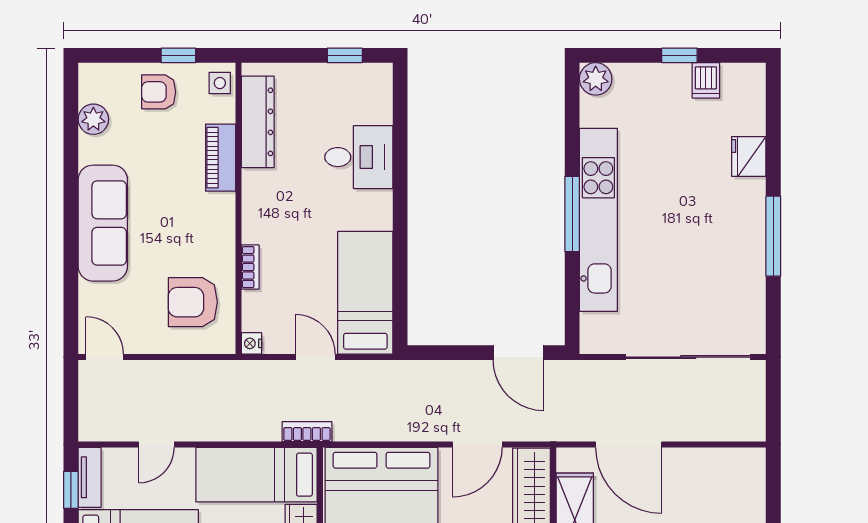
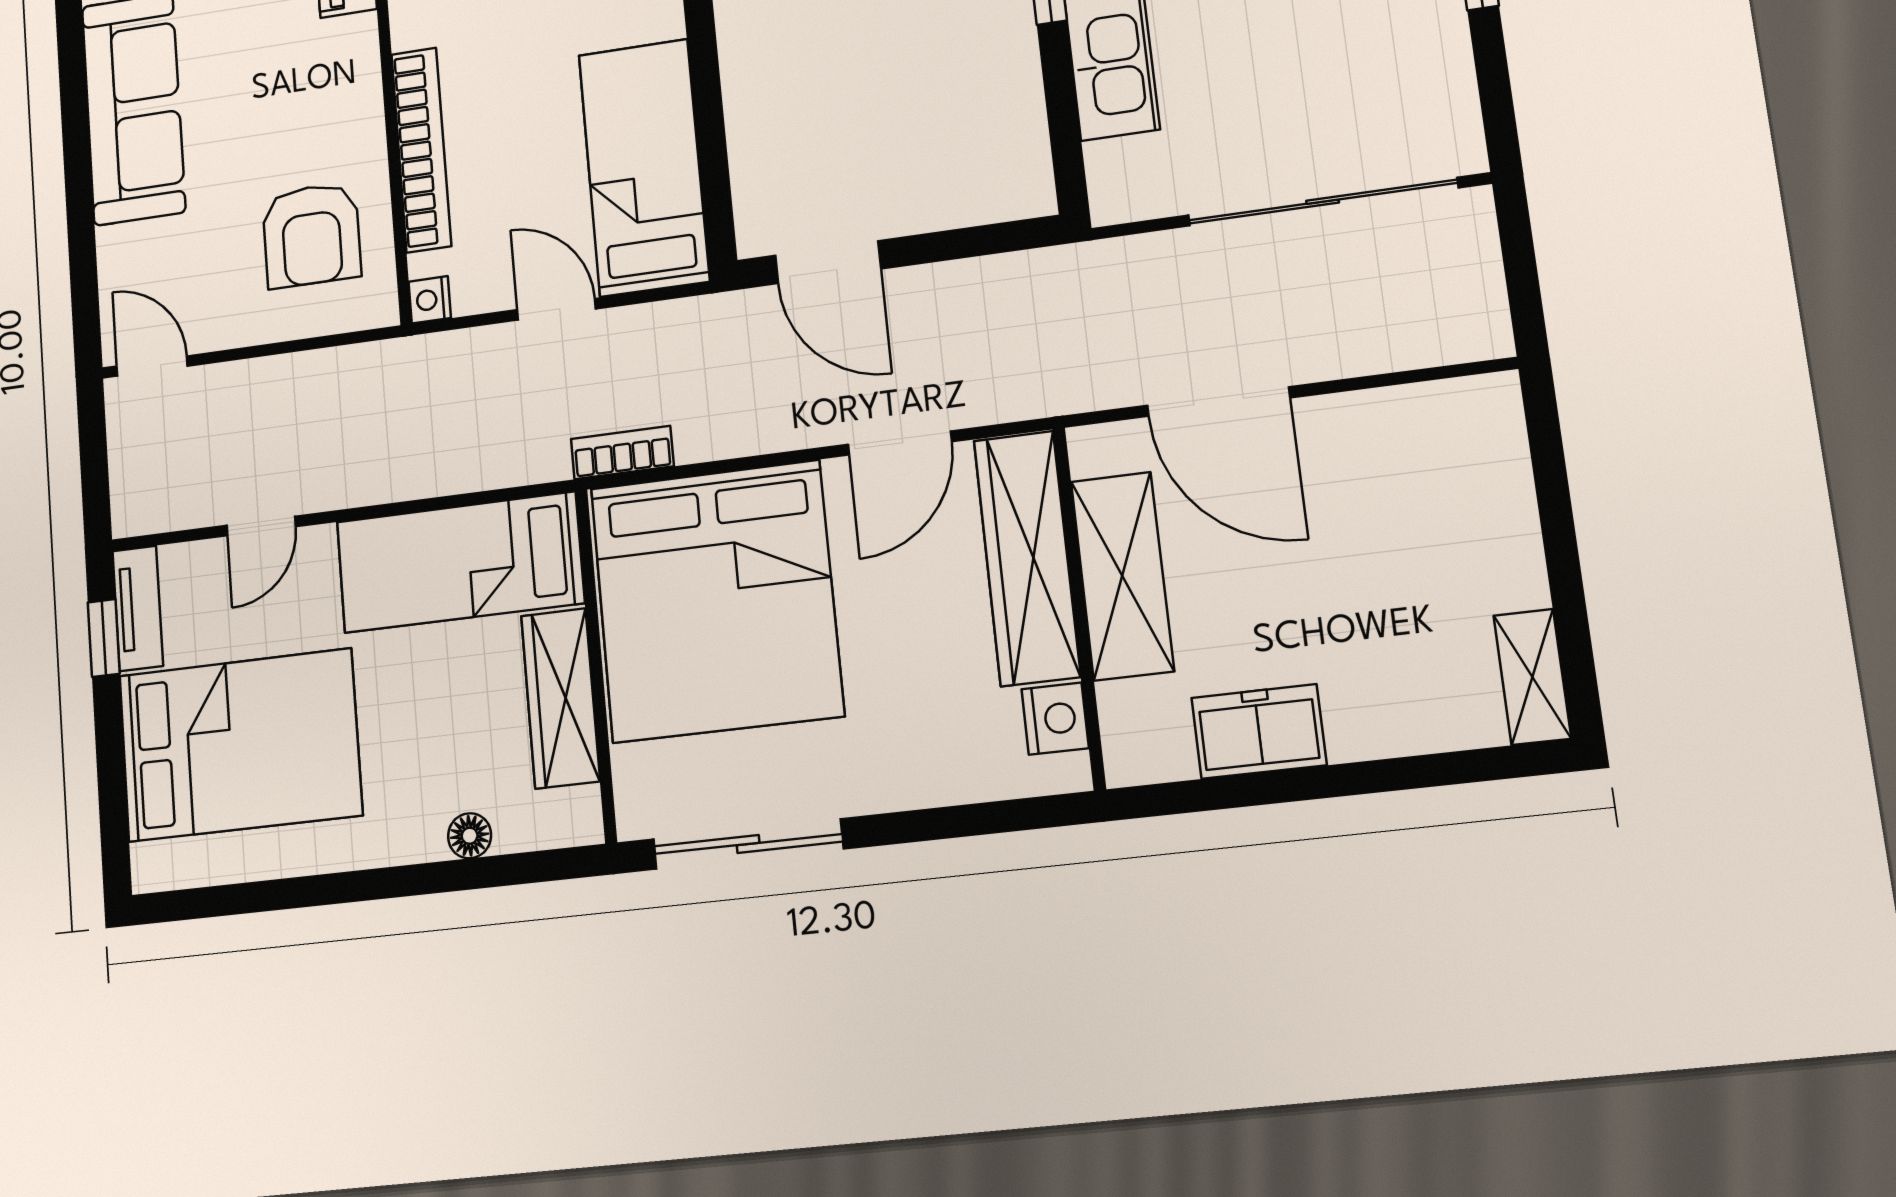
bookcase: (250, 267) -> (421, 150), width x2.31, depth x1.31
armchair: (193, 302) -> (312, 235), turned -90
door: (518, 353) -> (828, 262), moved
bookcase: (307, 432) -> (622, 453), moved

